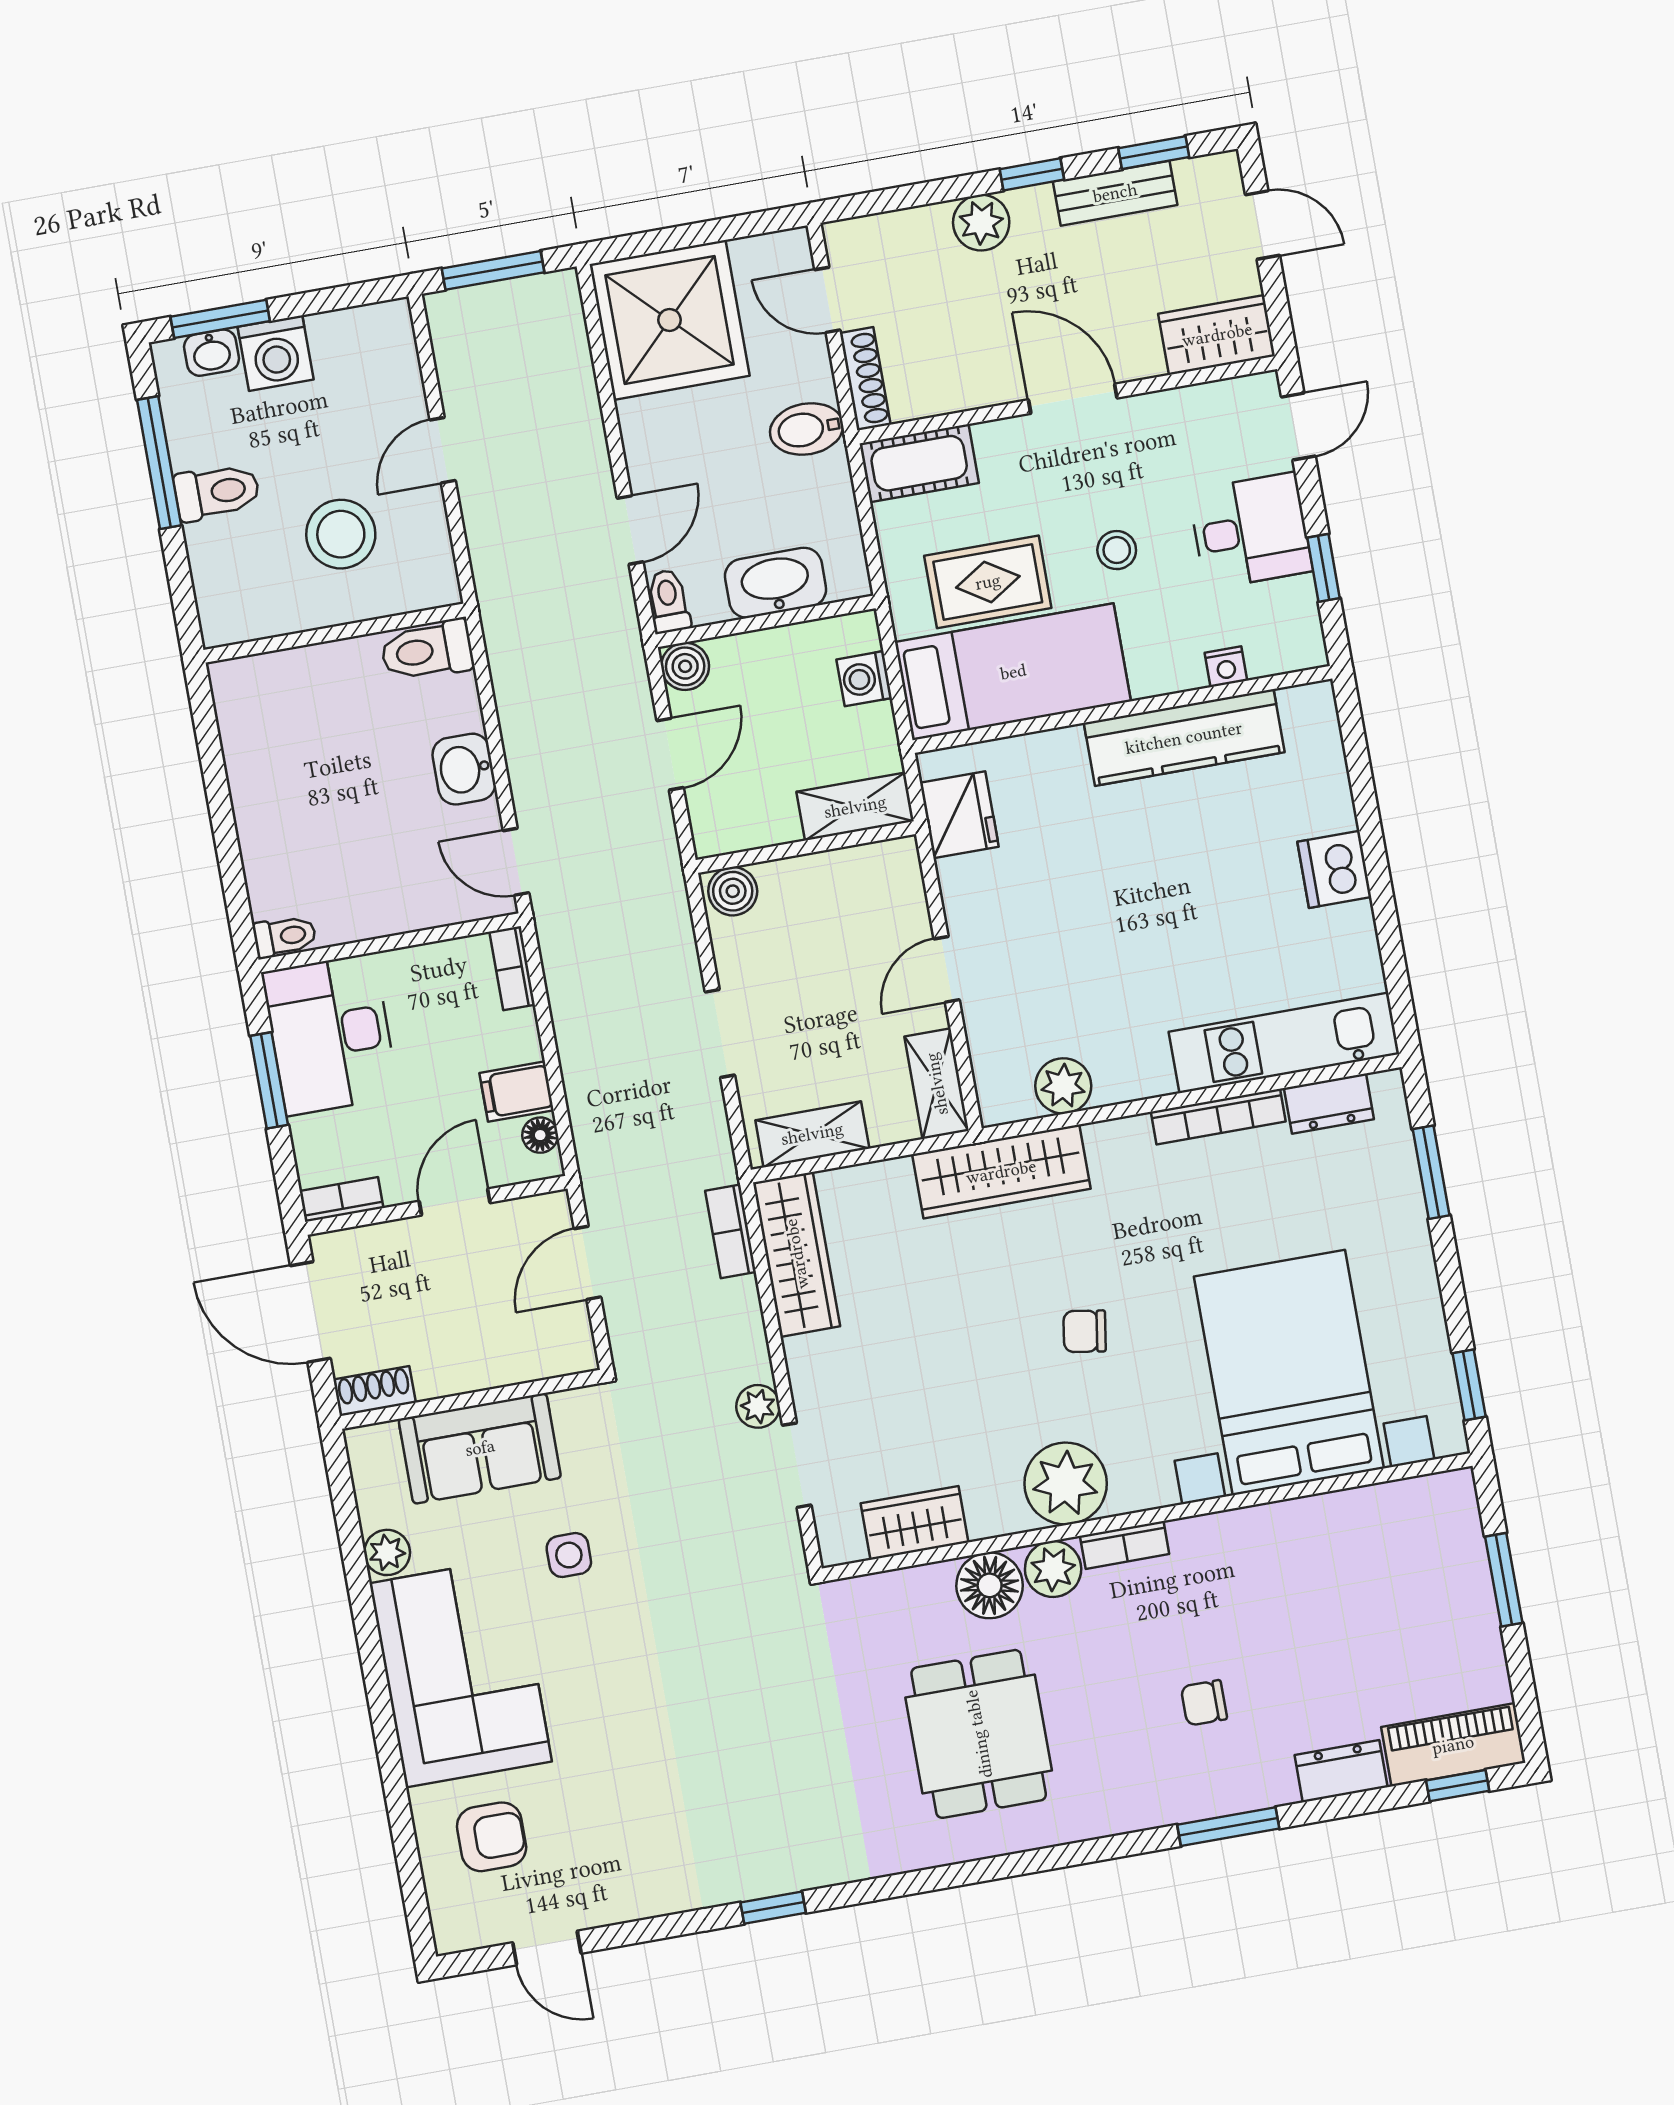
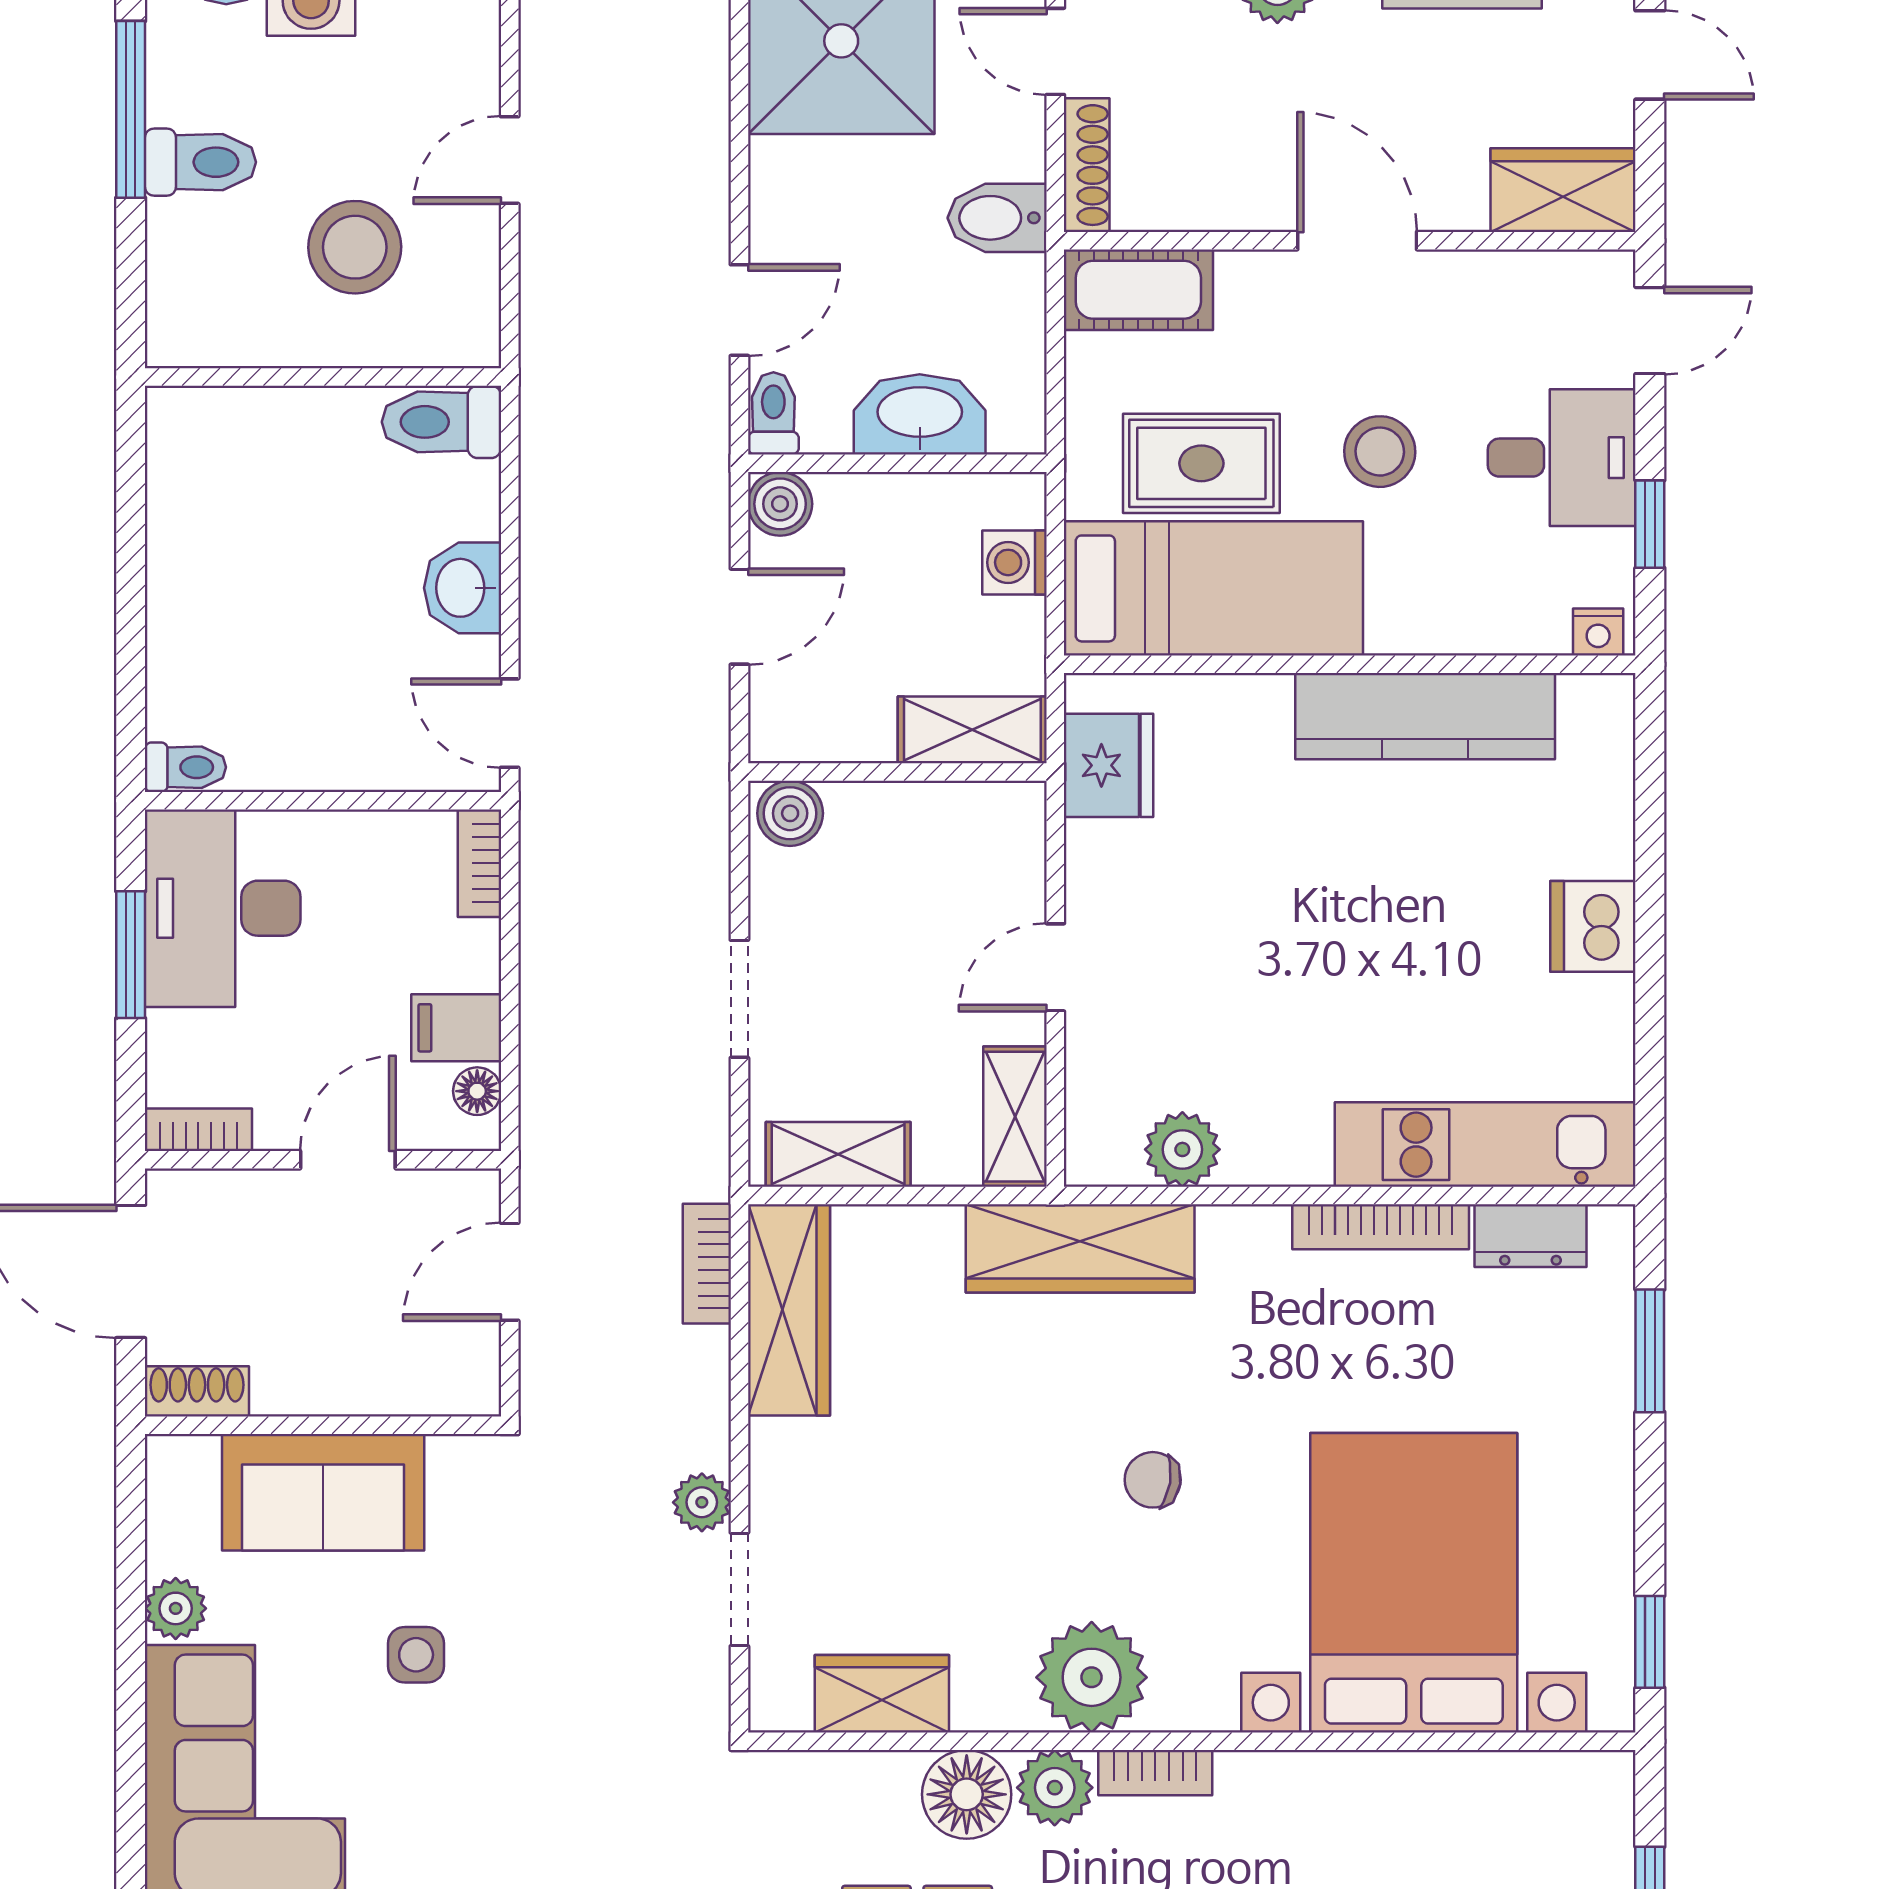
stool: (1117, 550) -> (1380, 452), width x1.37, depth x1.37
nightstand: (1226, 667) -> (1598, 632), moved

